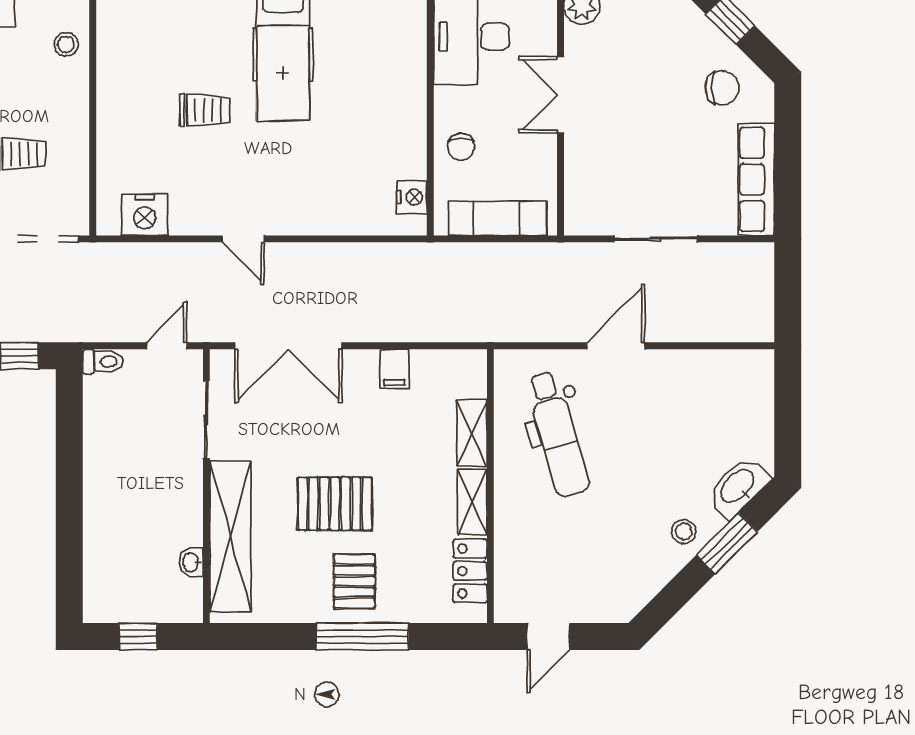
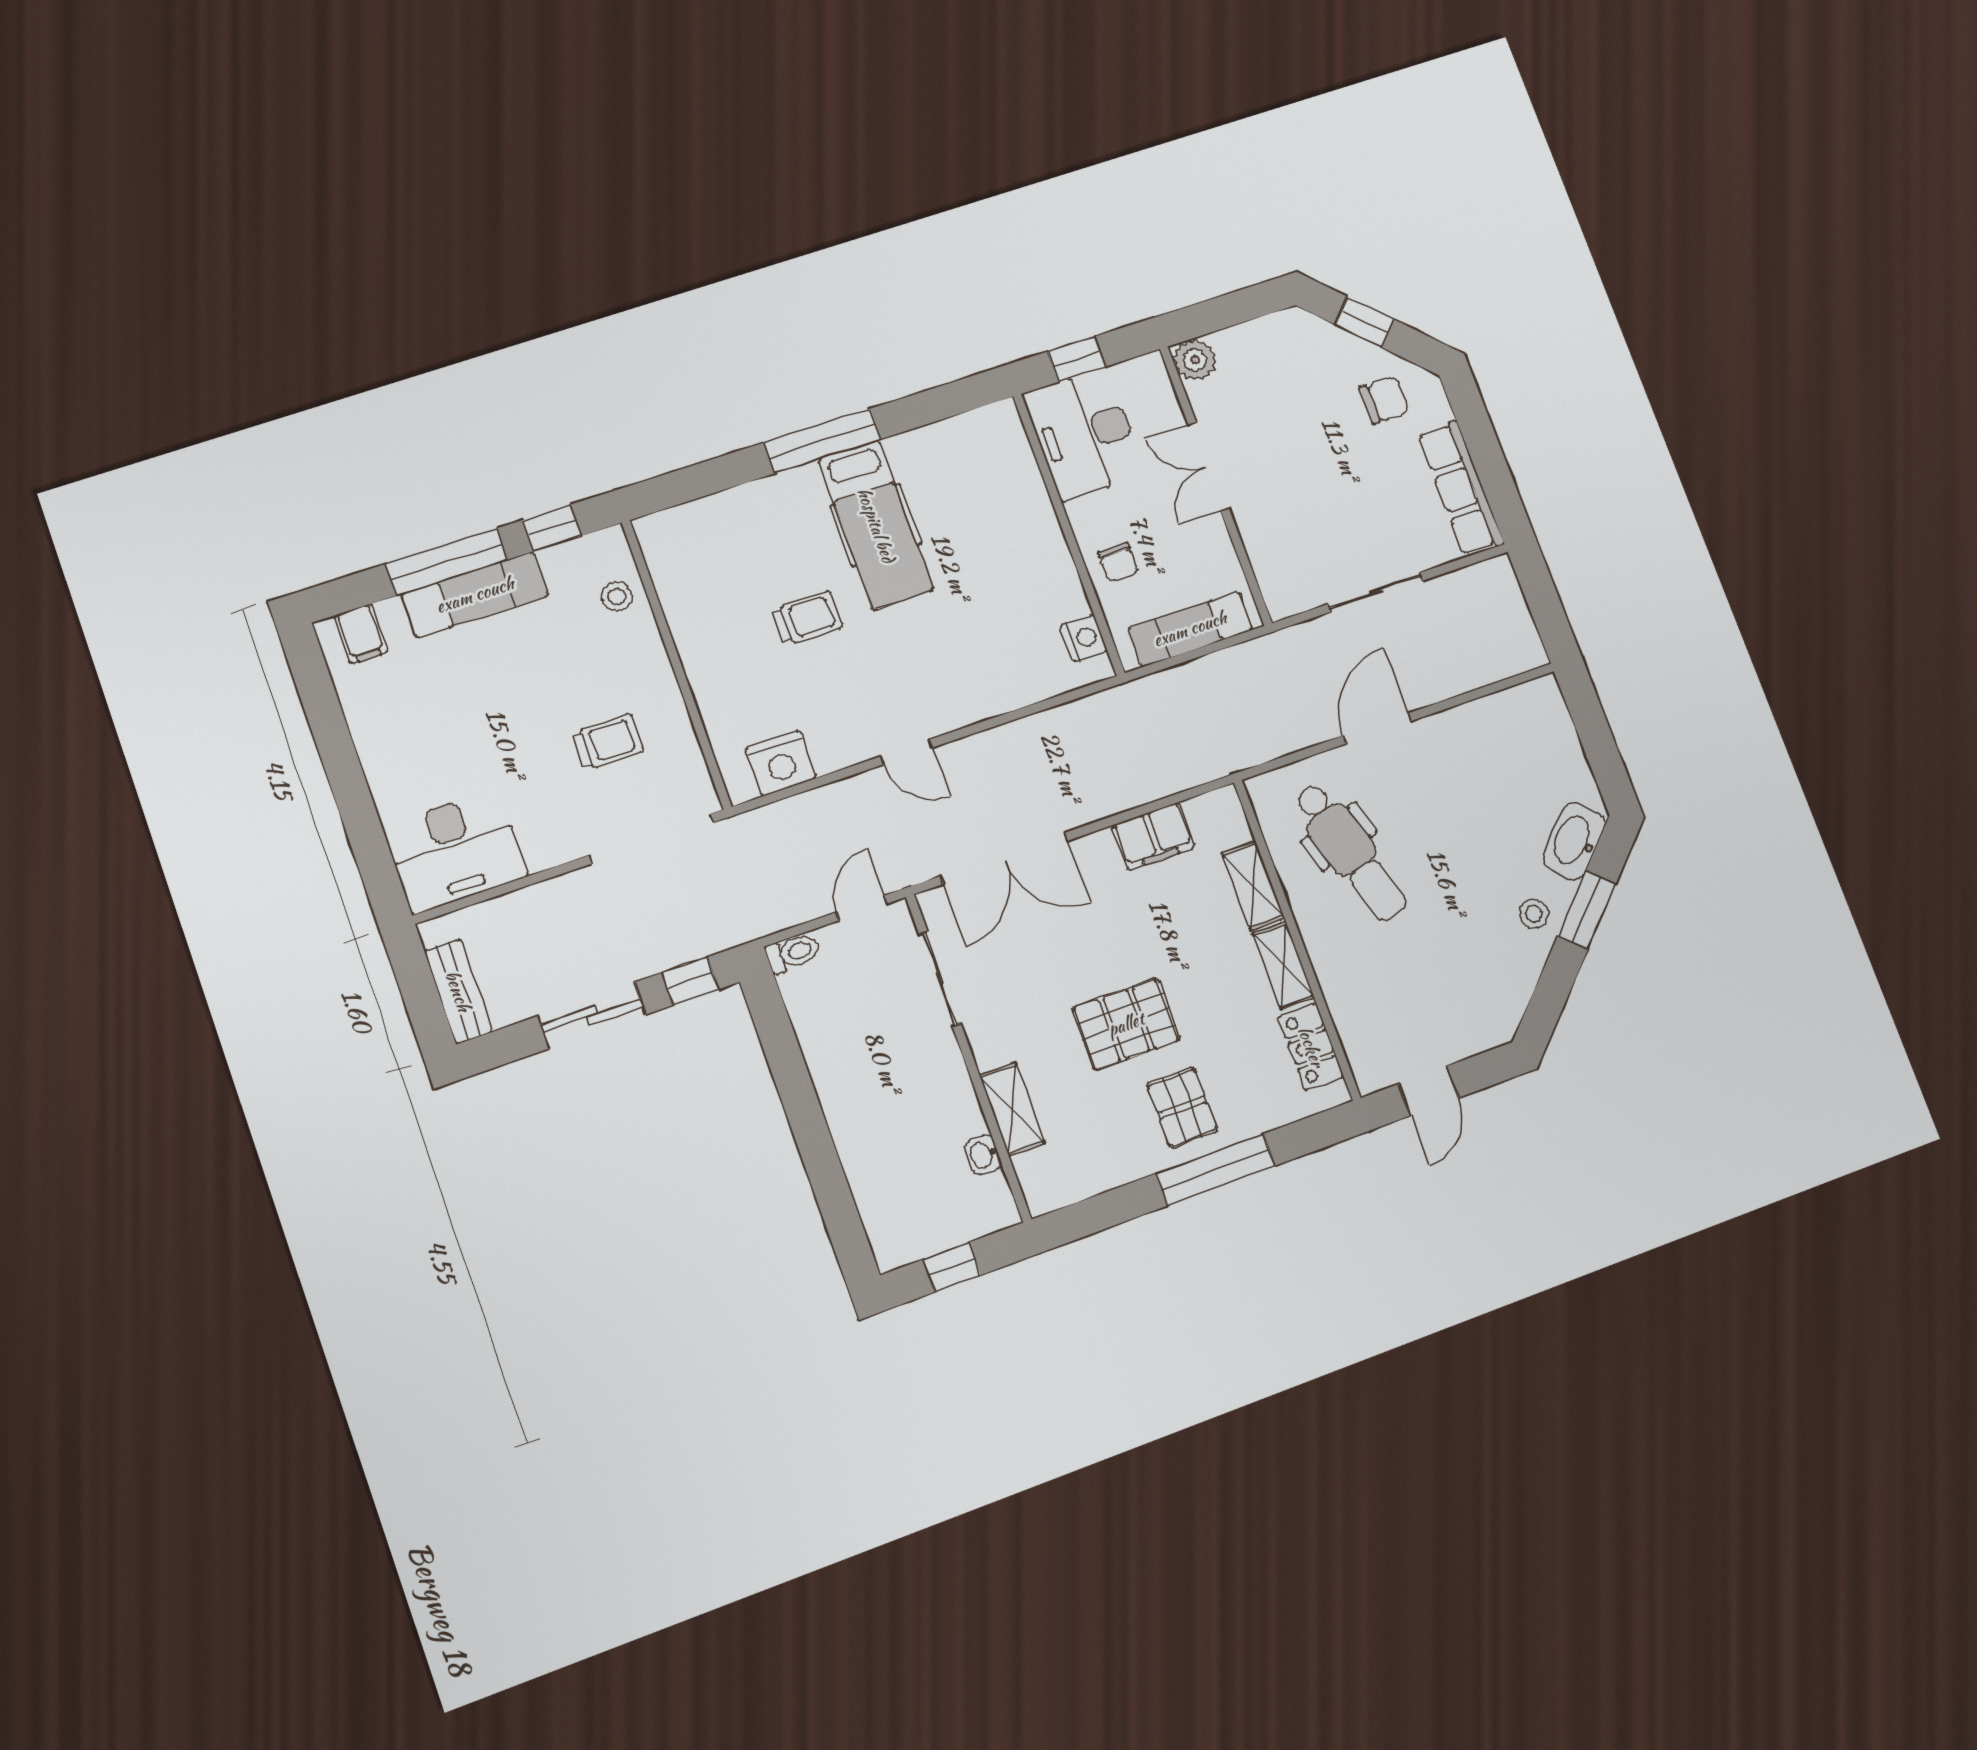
filing cabinet: (394, 369) -> (1153, 836), width x2.00
shelving: (230, 536) -> (1012, 1109), width x0.45, depth x0.75

